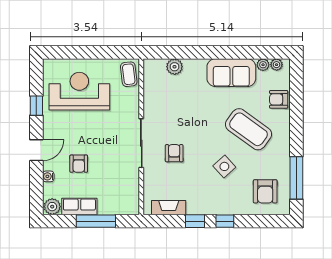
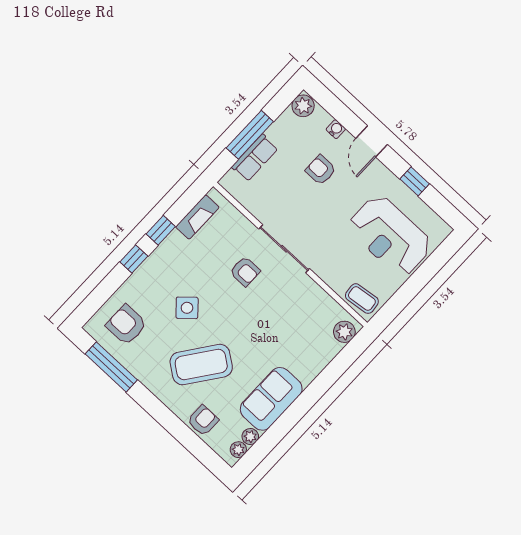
plant: (175, 67) -> (344, 332), moved
reception desk: (79, 91) -> (390, 236), turned 90
row of seats: (79, 207) -> (255, 158), moved

